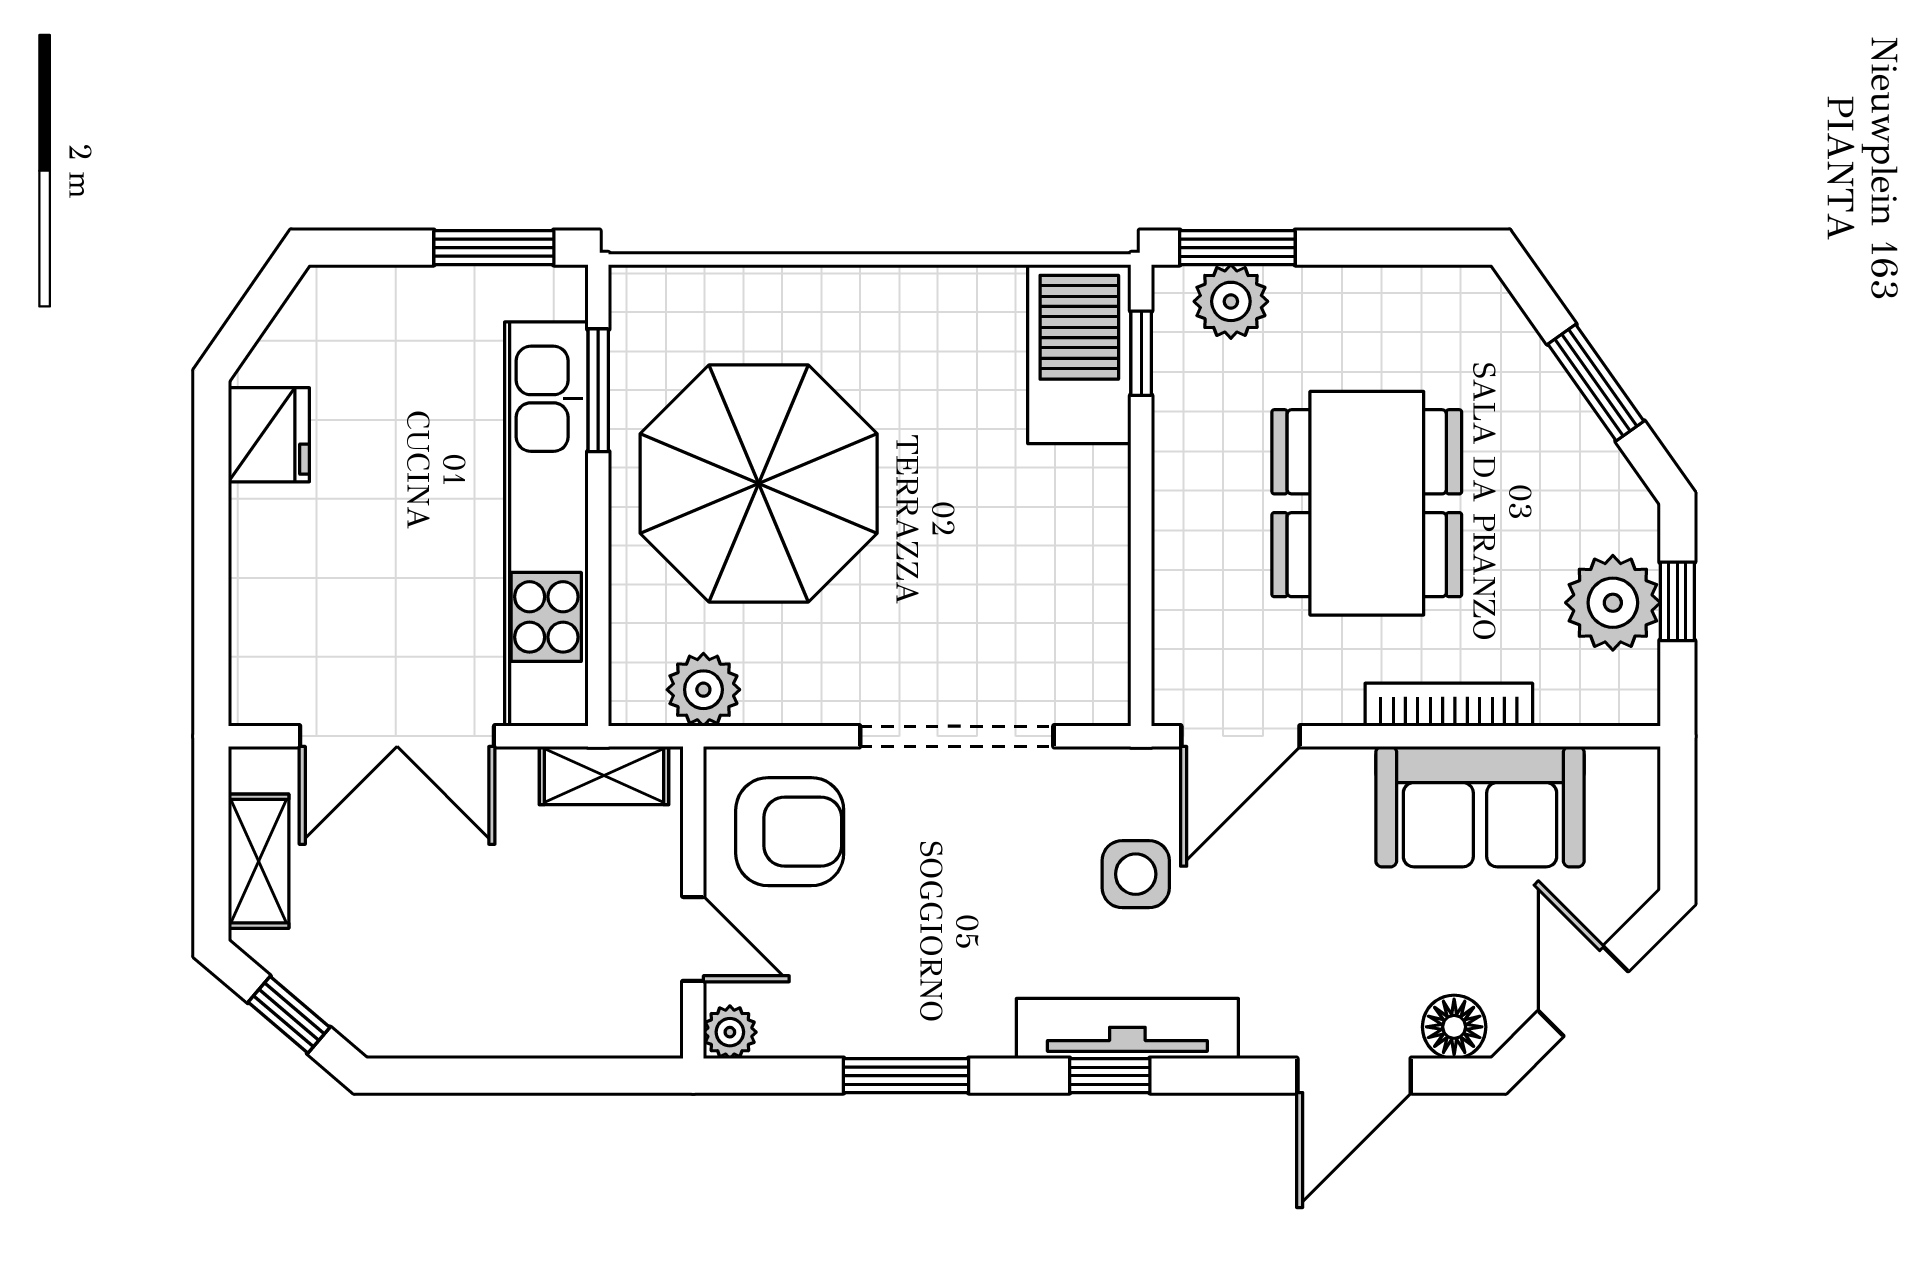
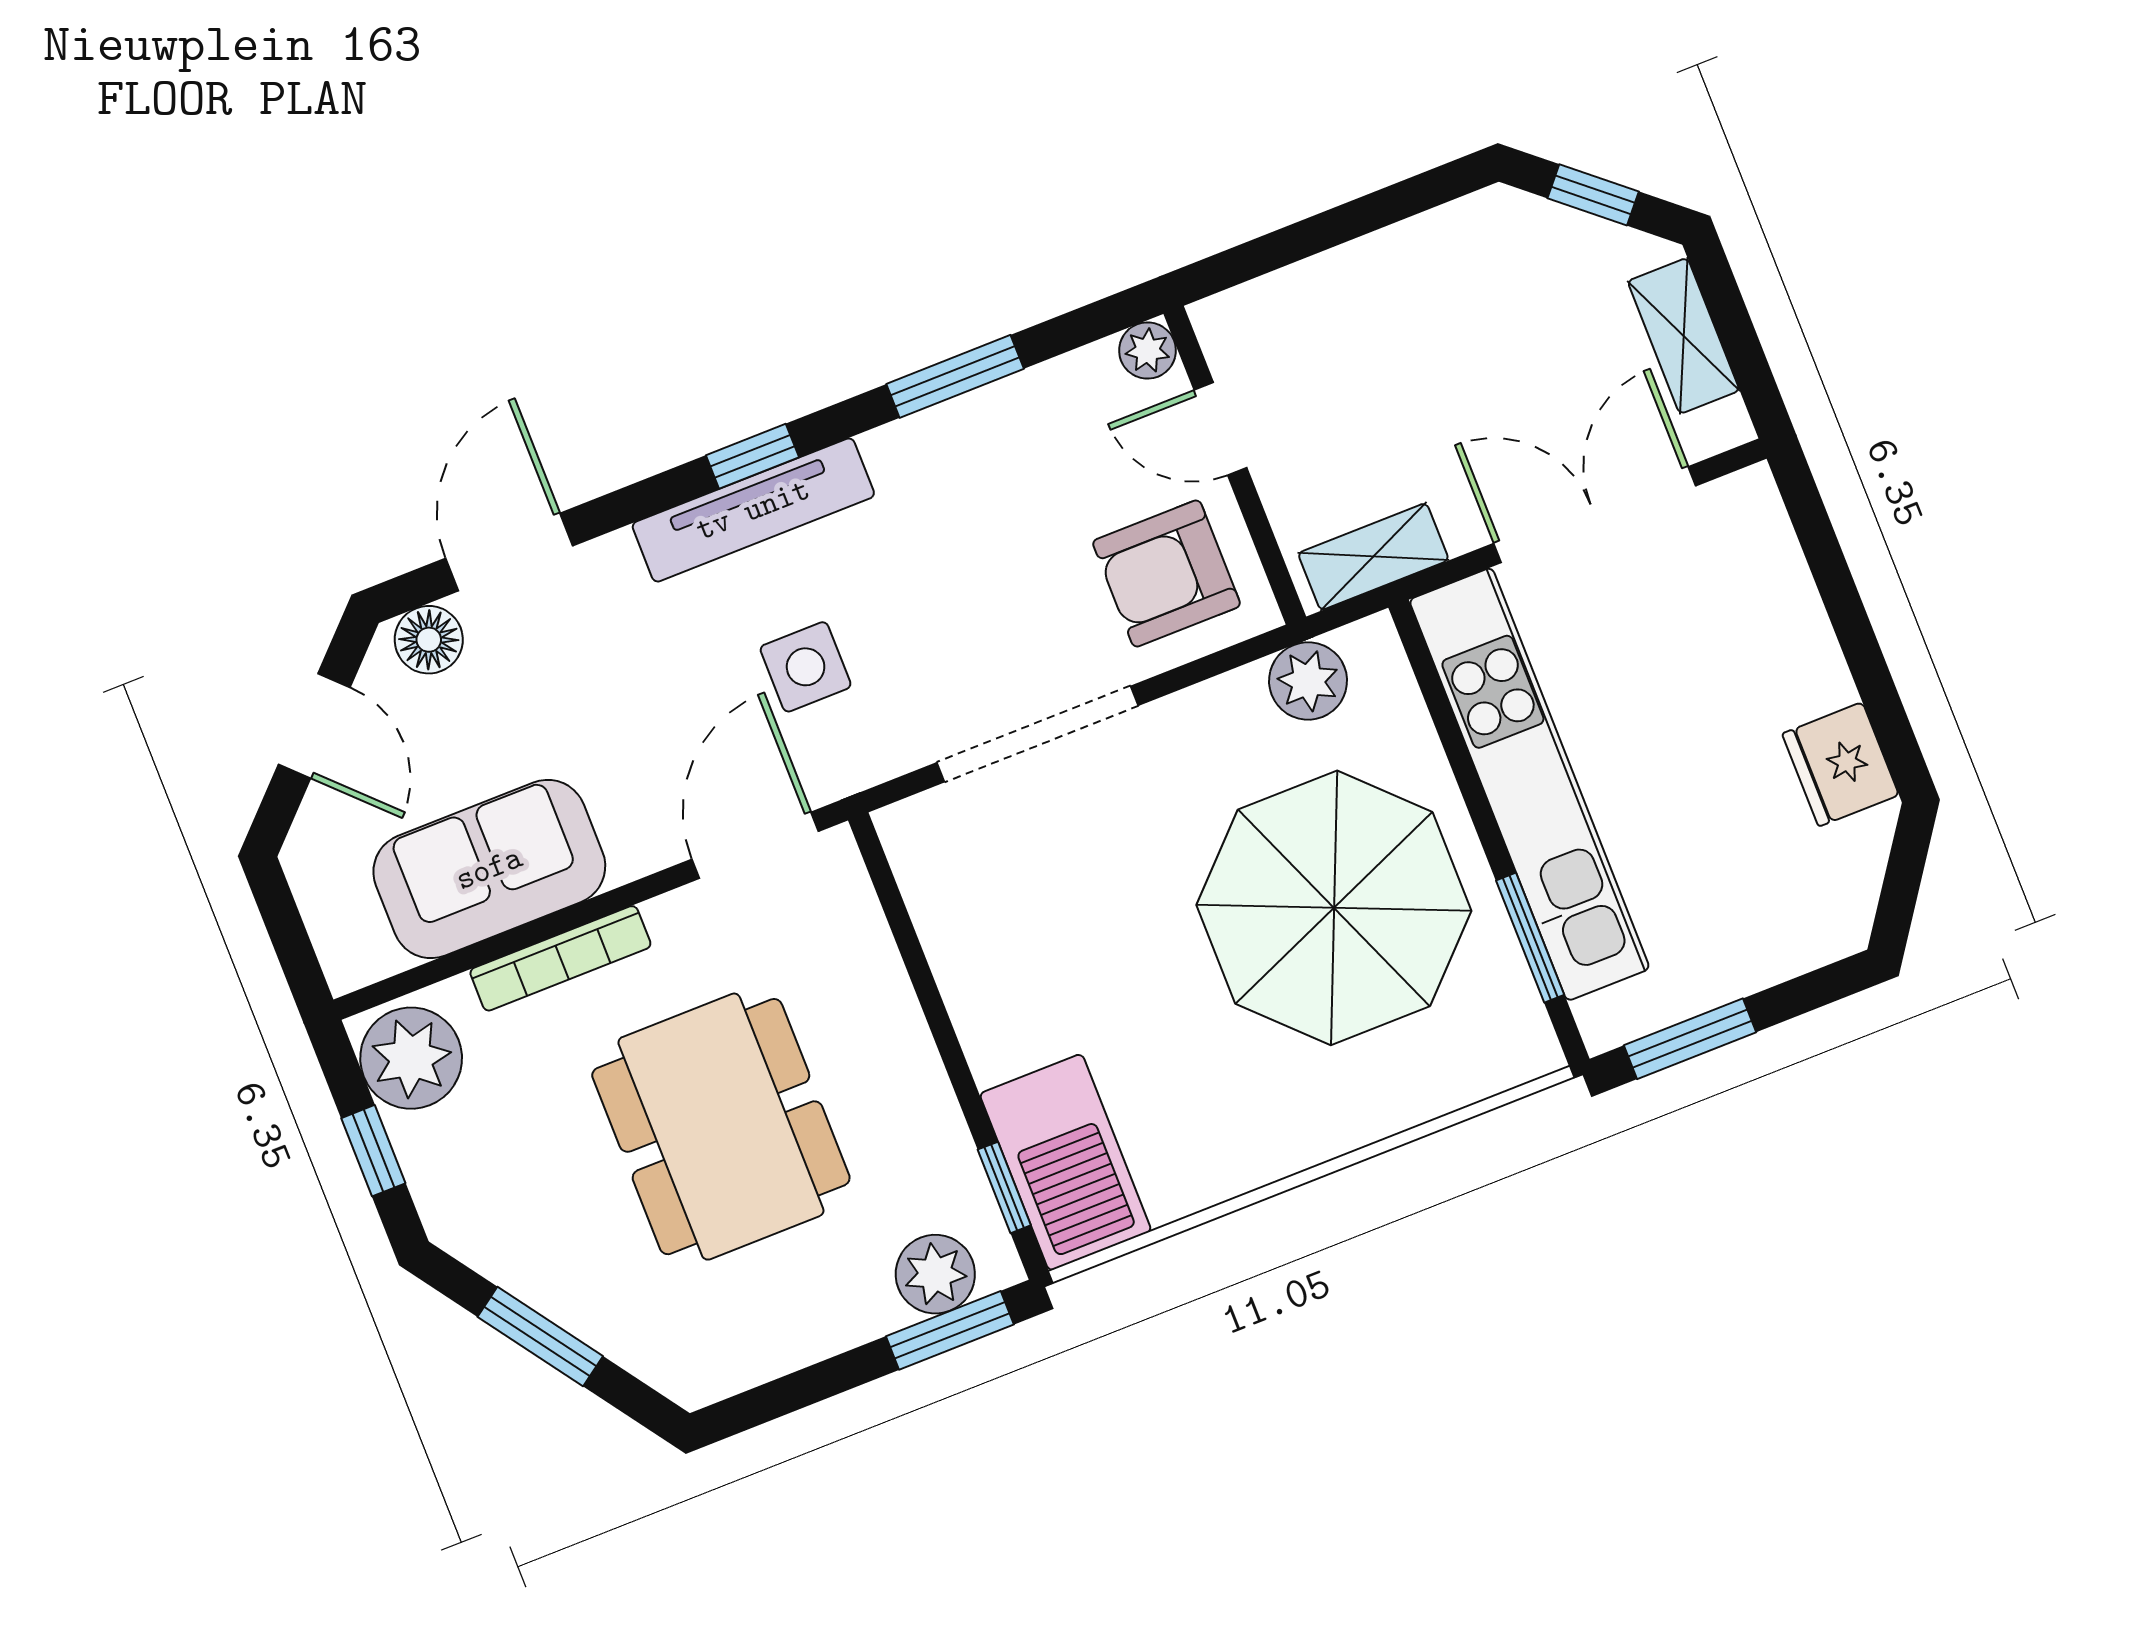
plant: (1613, 603) -> (411, 1058), moved

